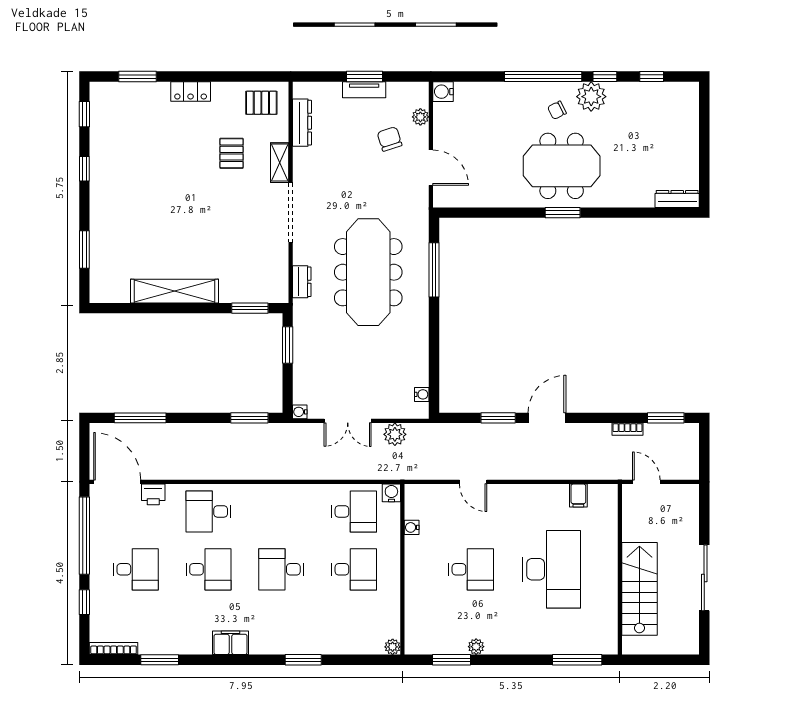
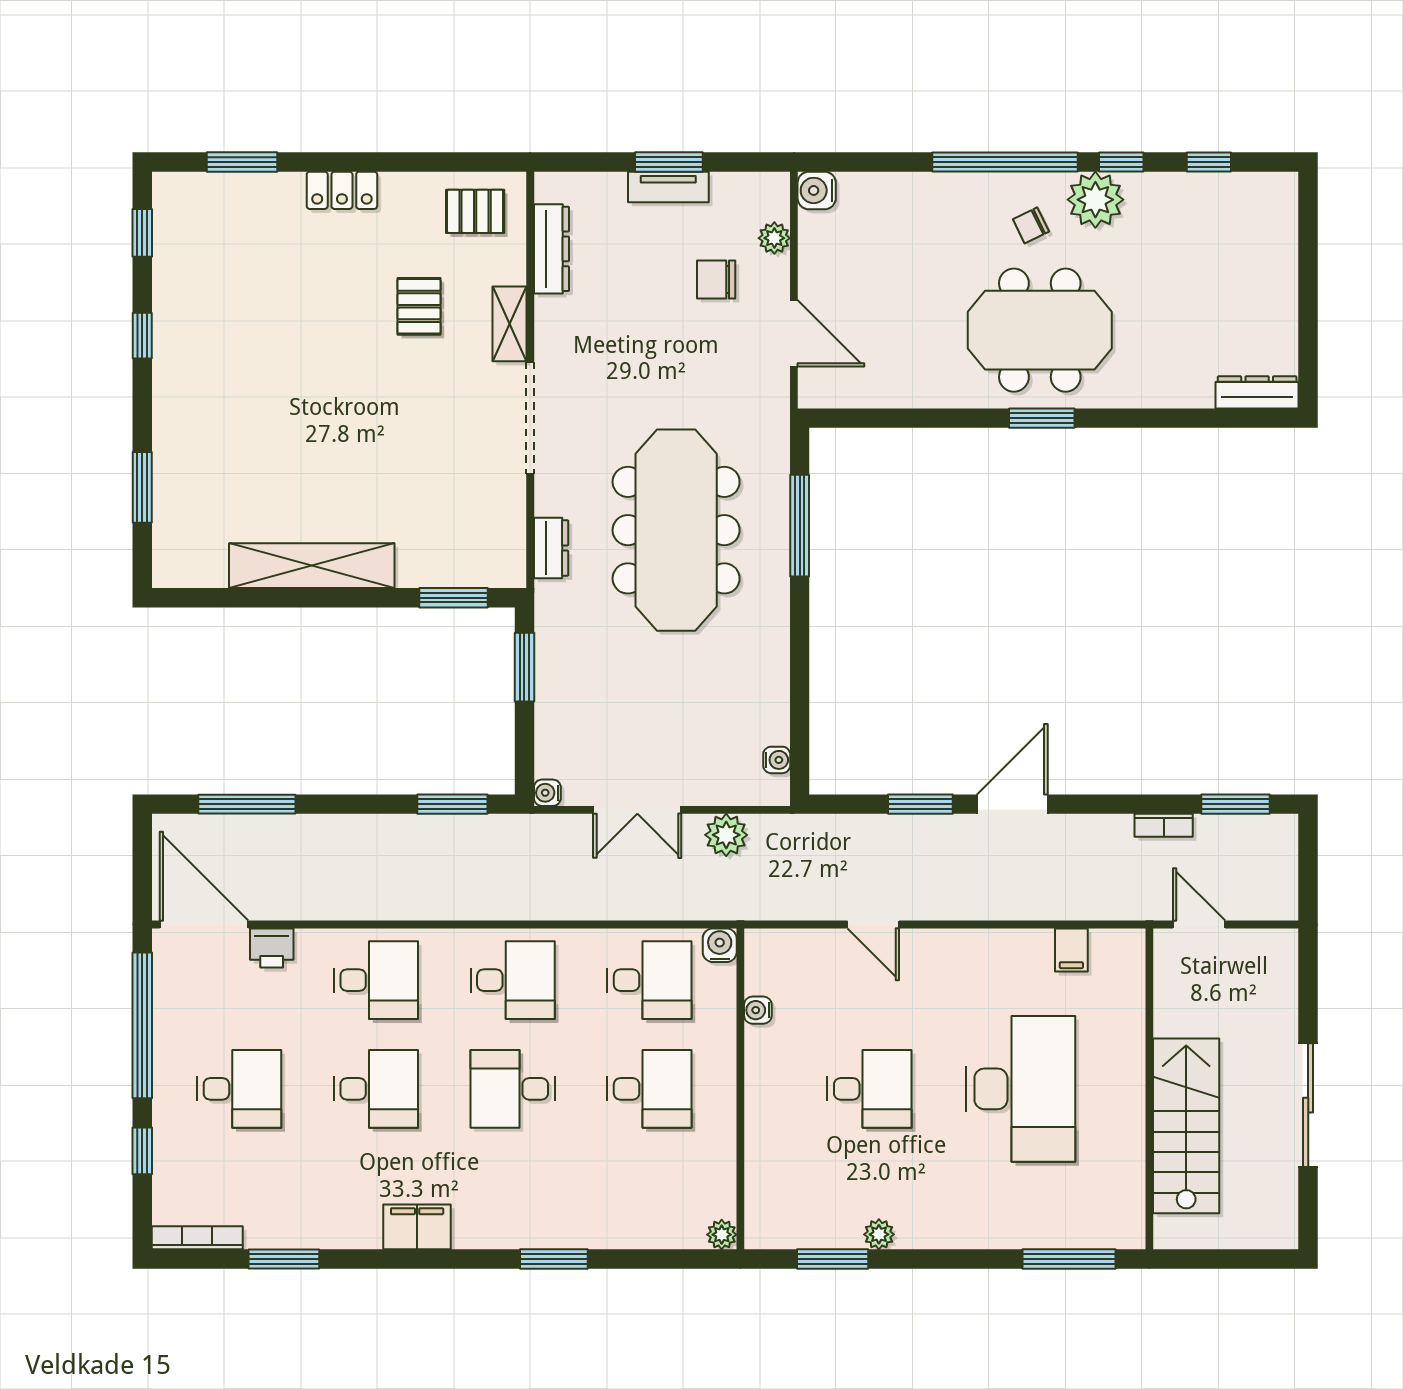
chair: (390, 139) -> (716, 280), turned -72
desk: (209, 511) -> (376, 980), turned 180
desk: (281, 511) -> (513, 980), added

